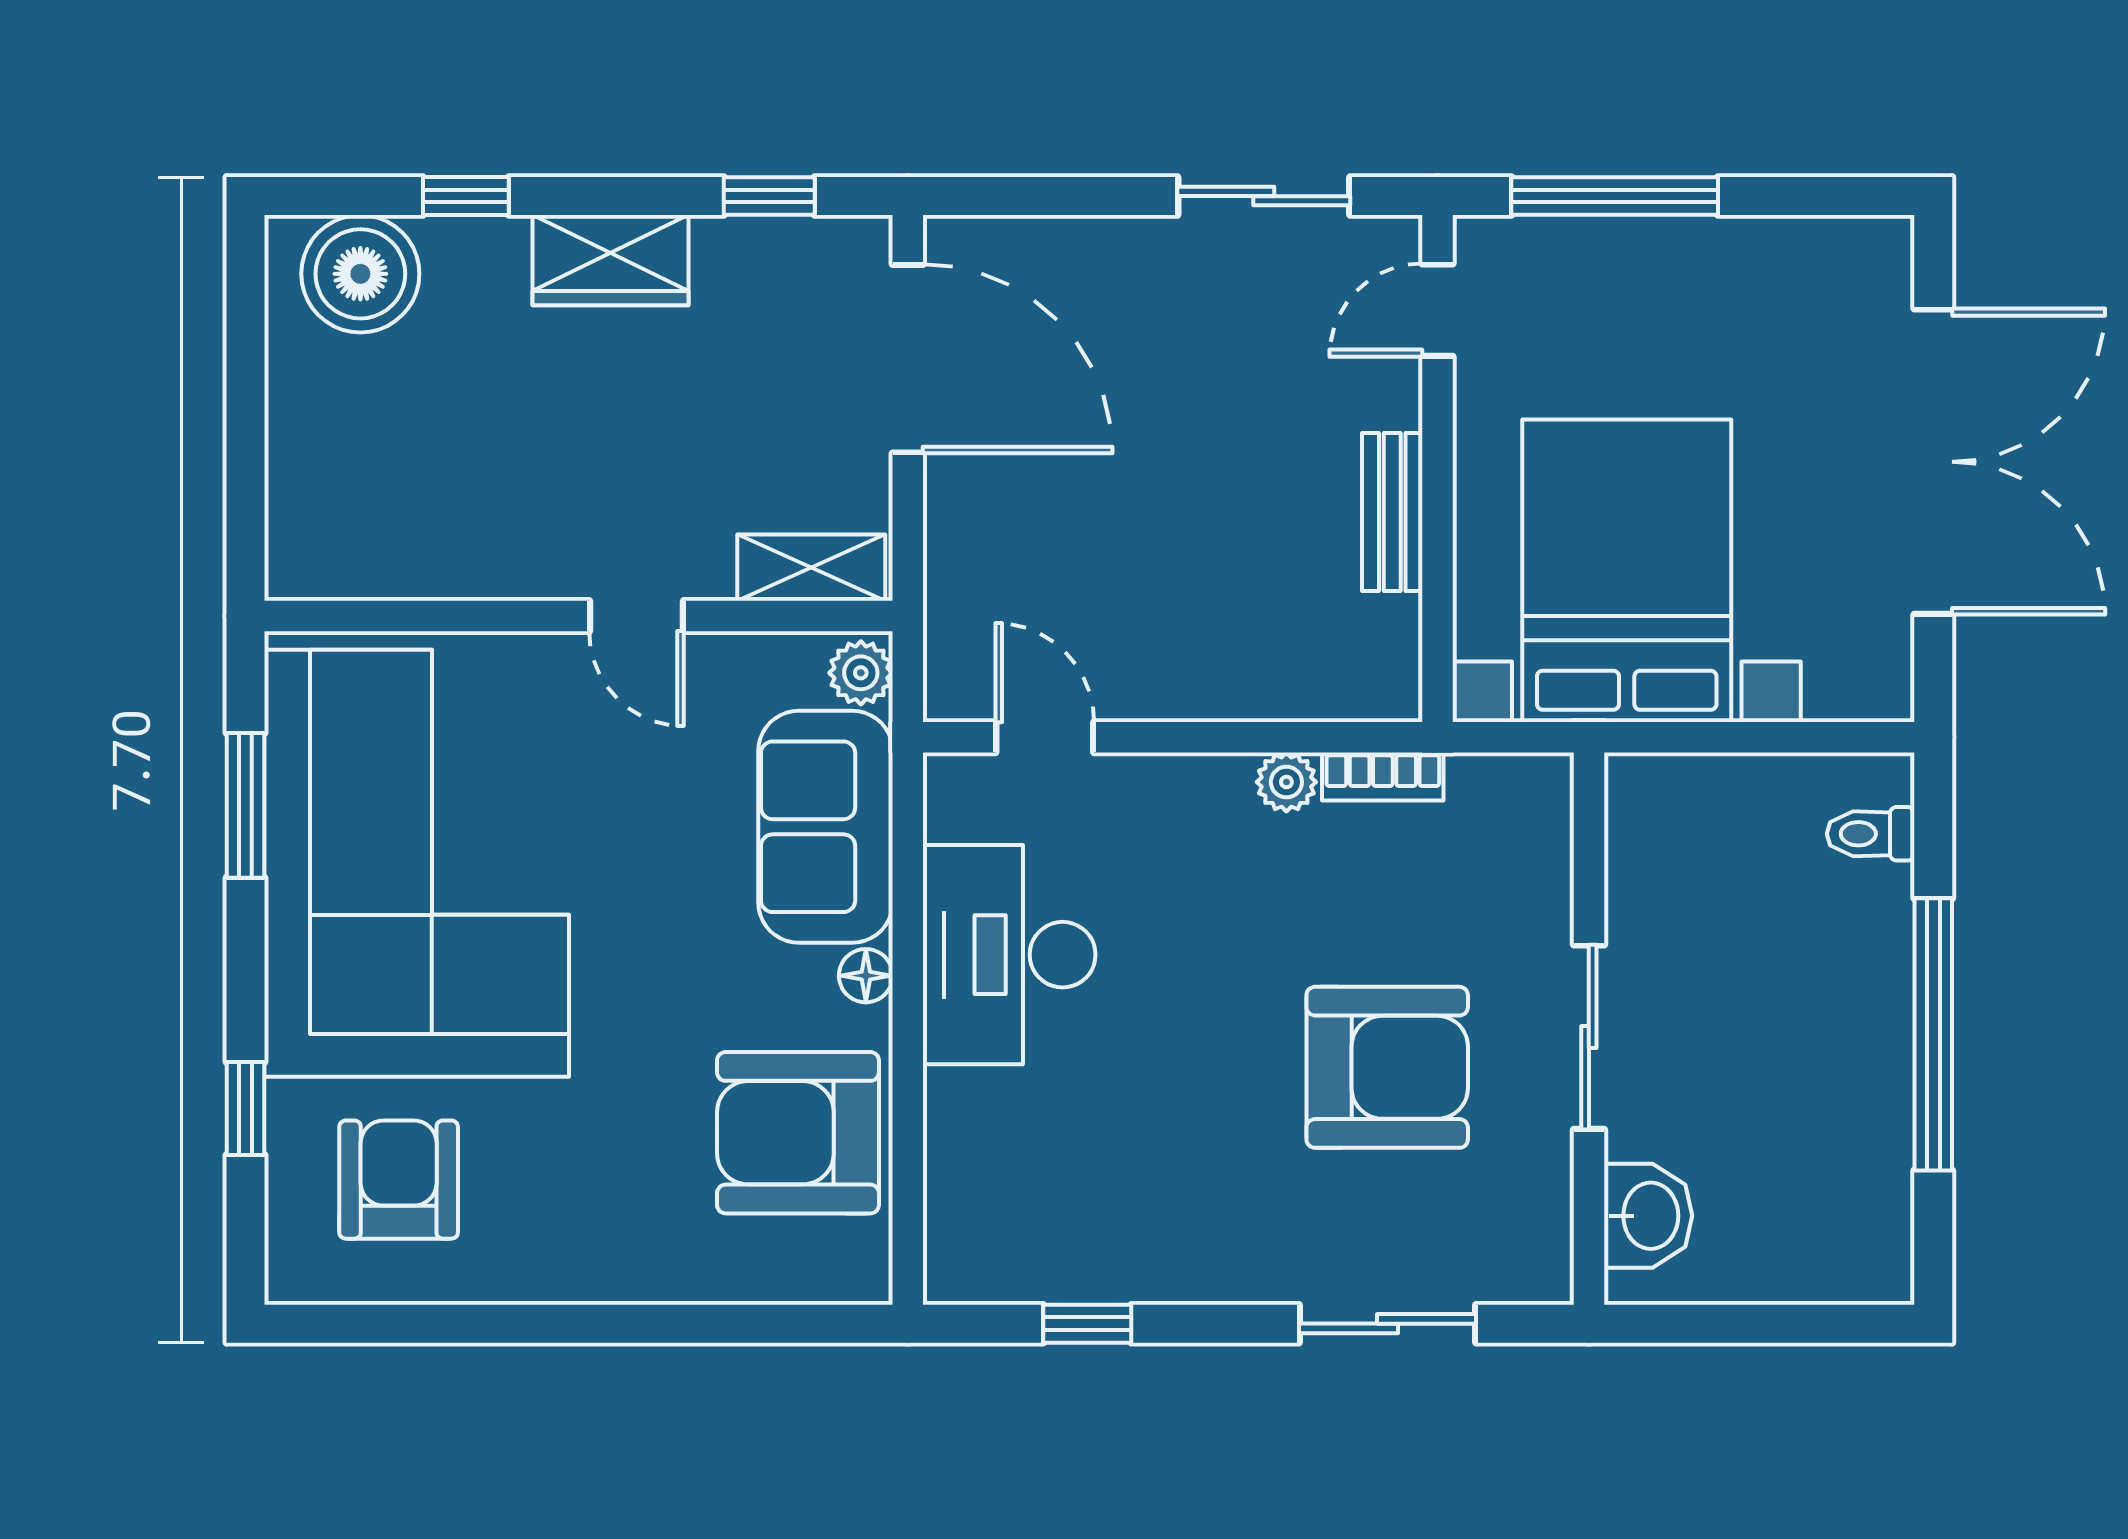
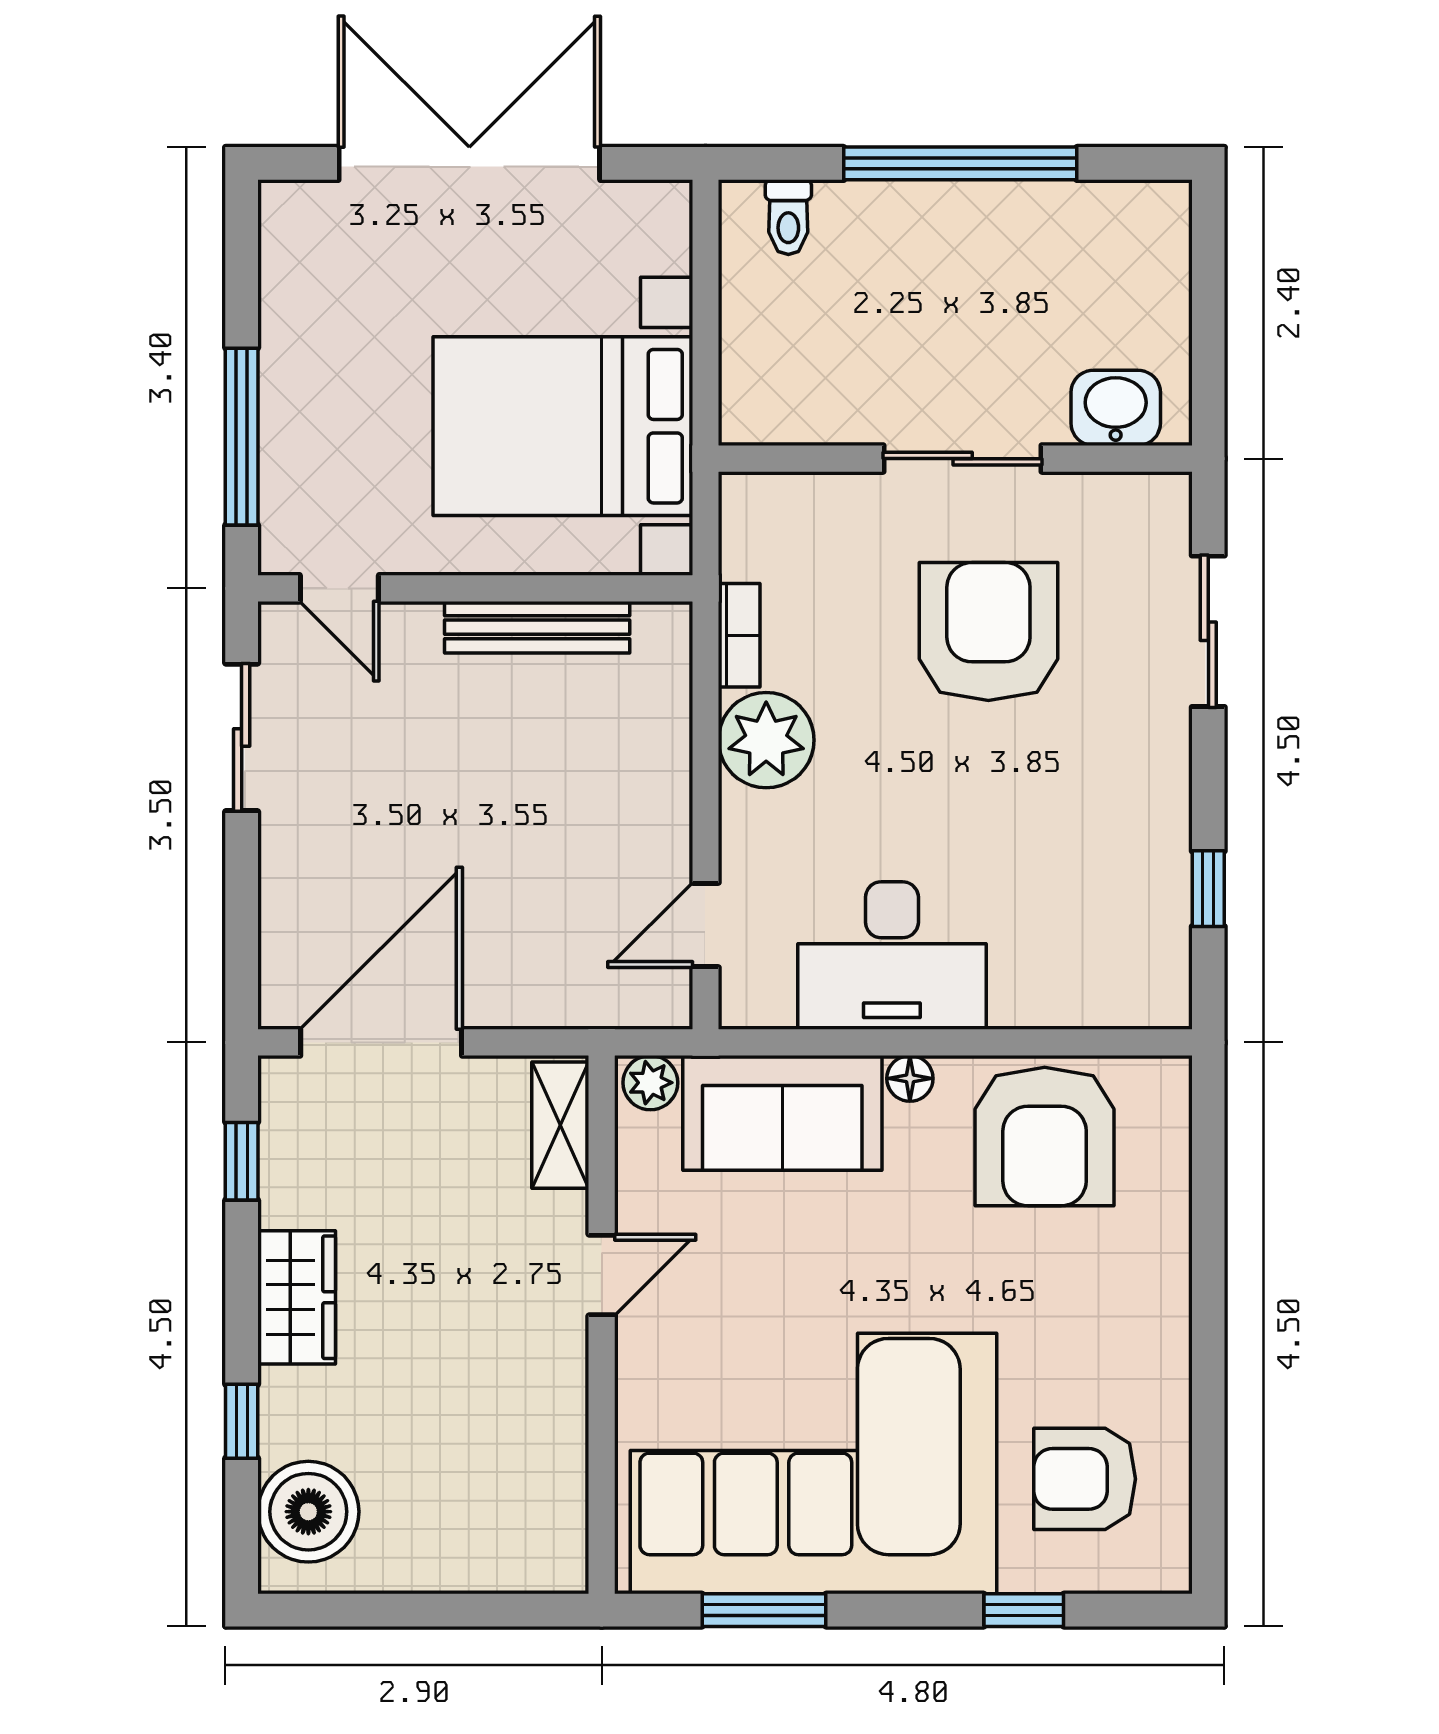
bench: (1392, 512) -> (537, 627), width x1.36
plant: (1286, 782) -> (766, 740), width x1.88, depth x1.88

